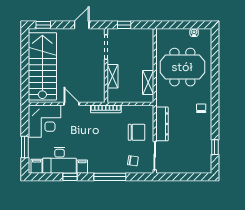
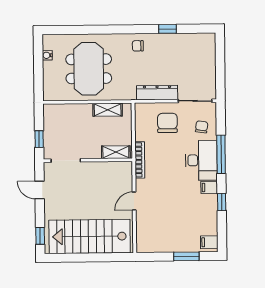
shelving: (112, 76) -> (116, 152), moved
corner desk: (44, 121) -> (155, 233), removed
window: (215, 147) -> (167, 29), moved
desk: (60, 160) -> (201, 160), moved

